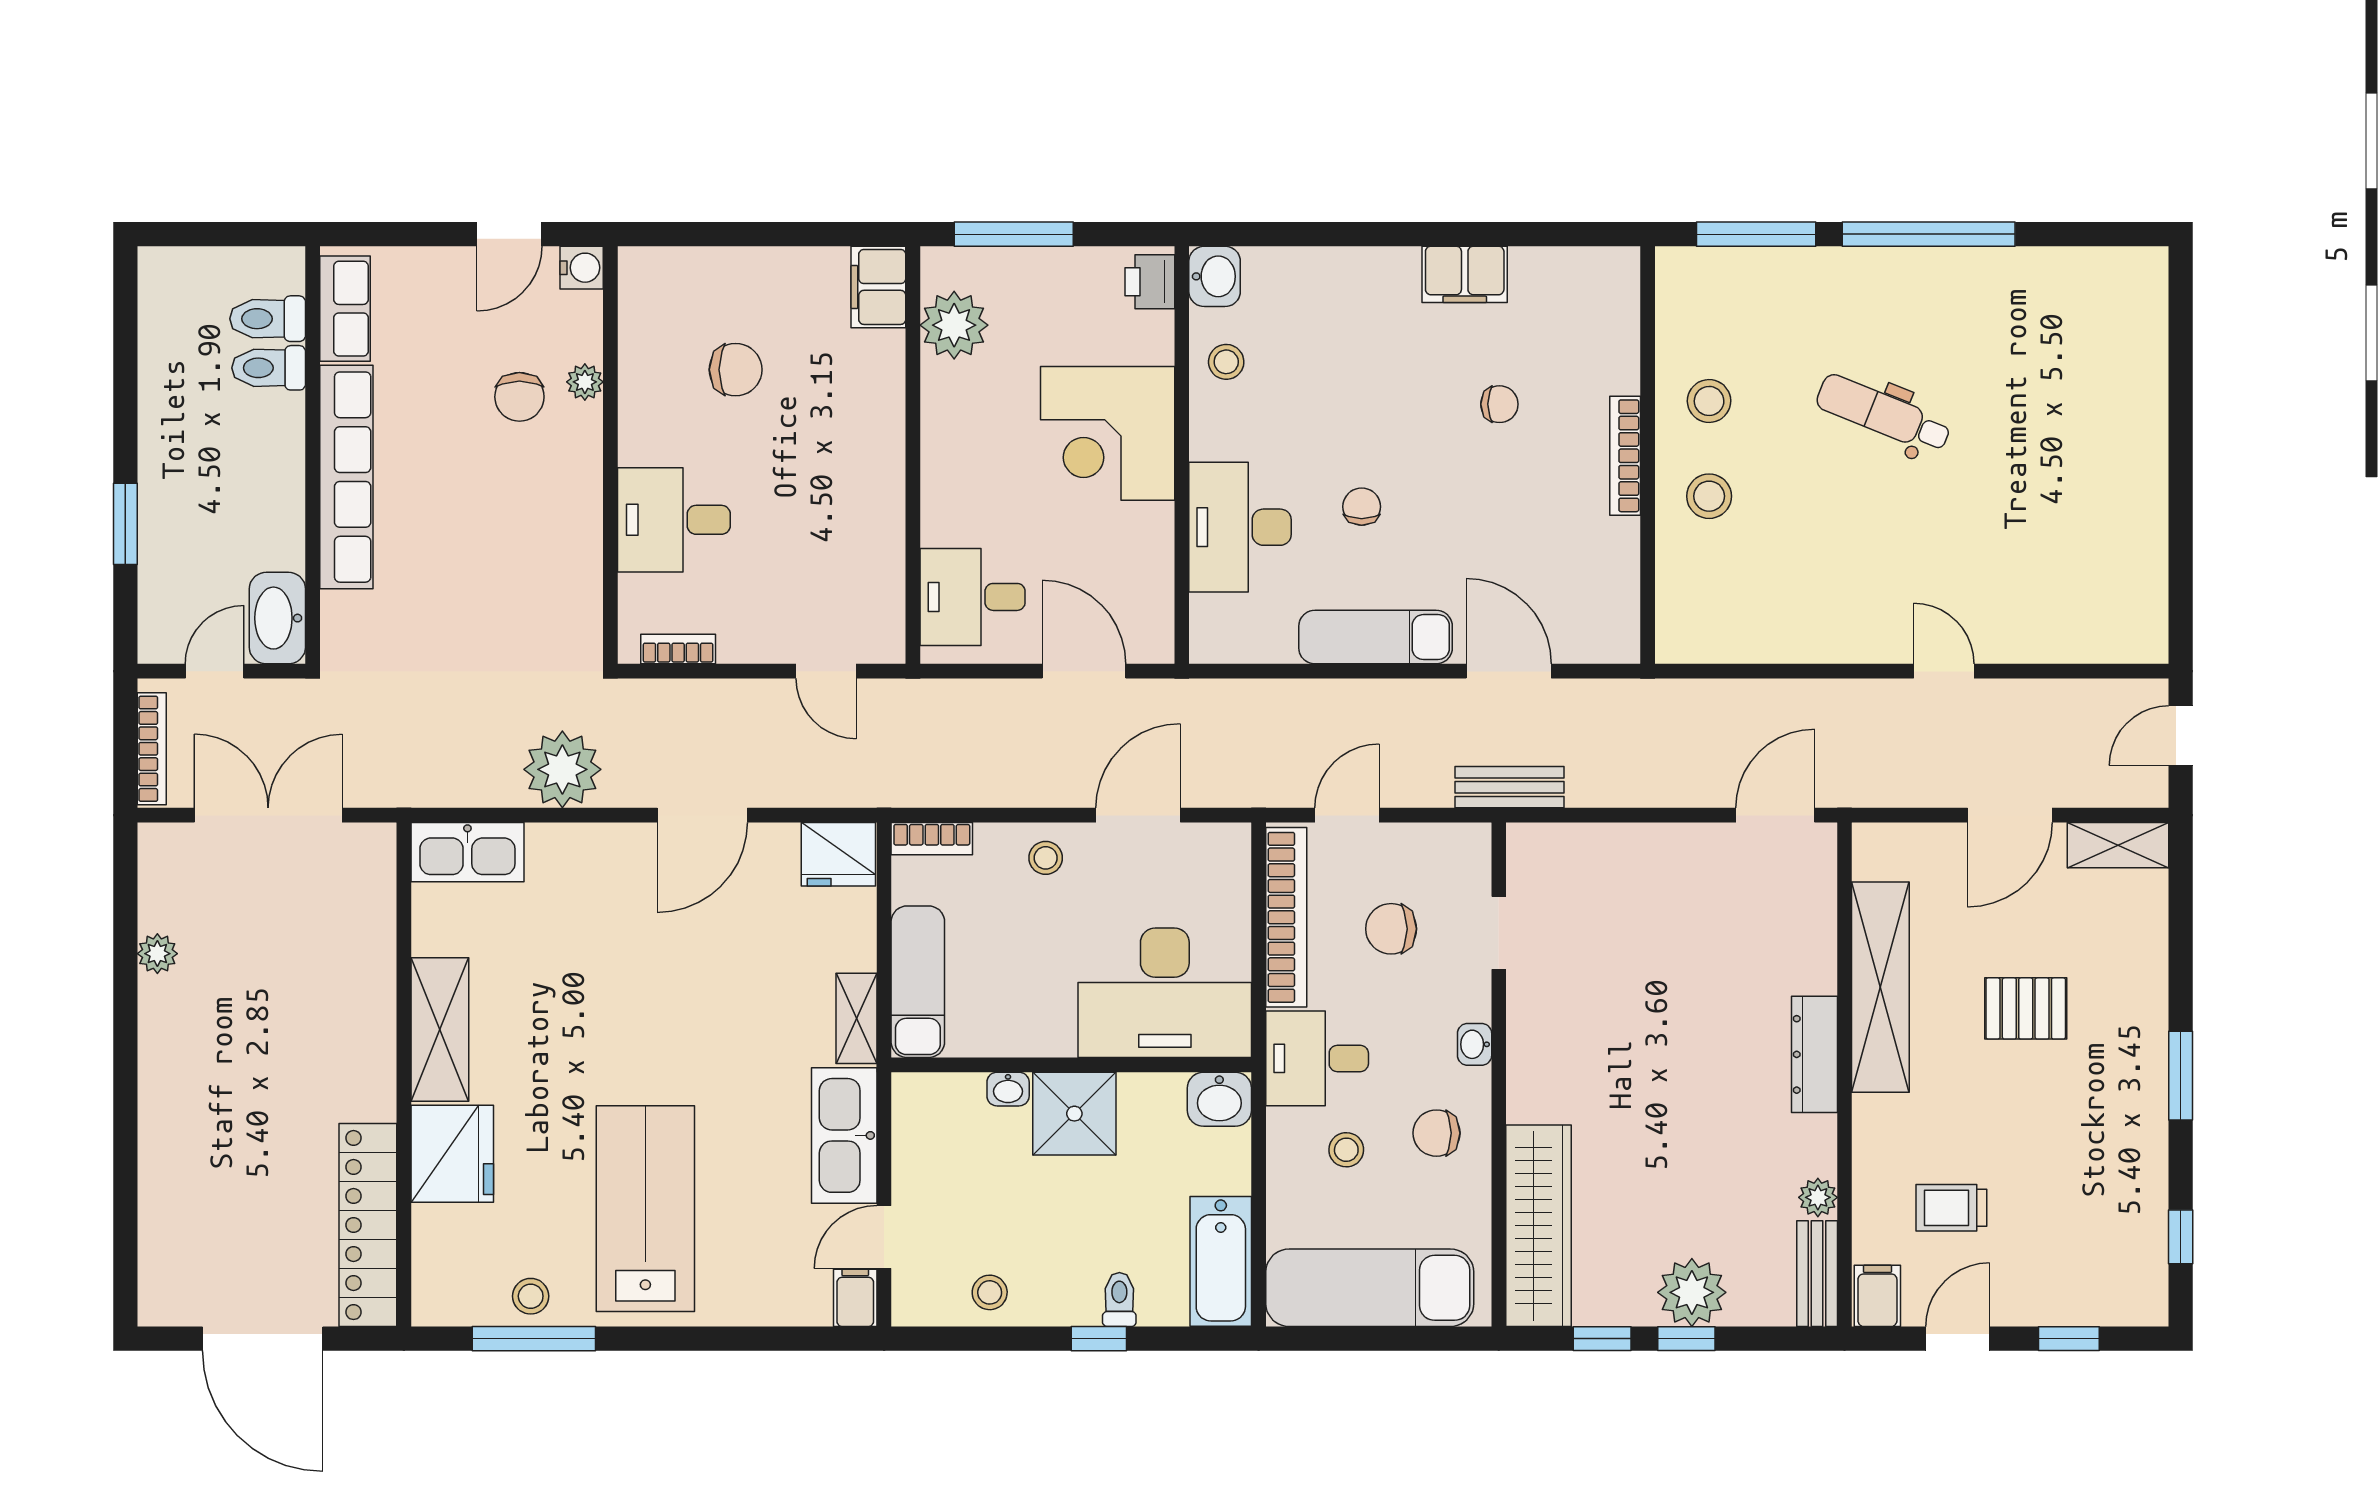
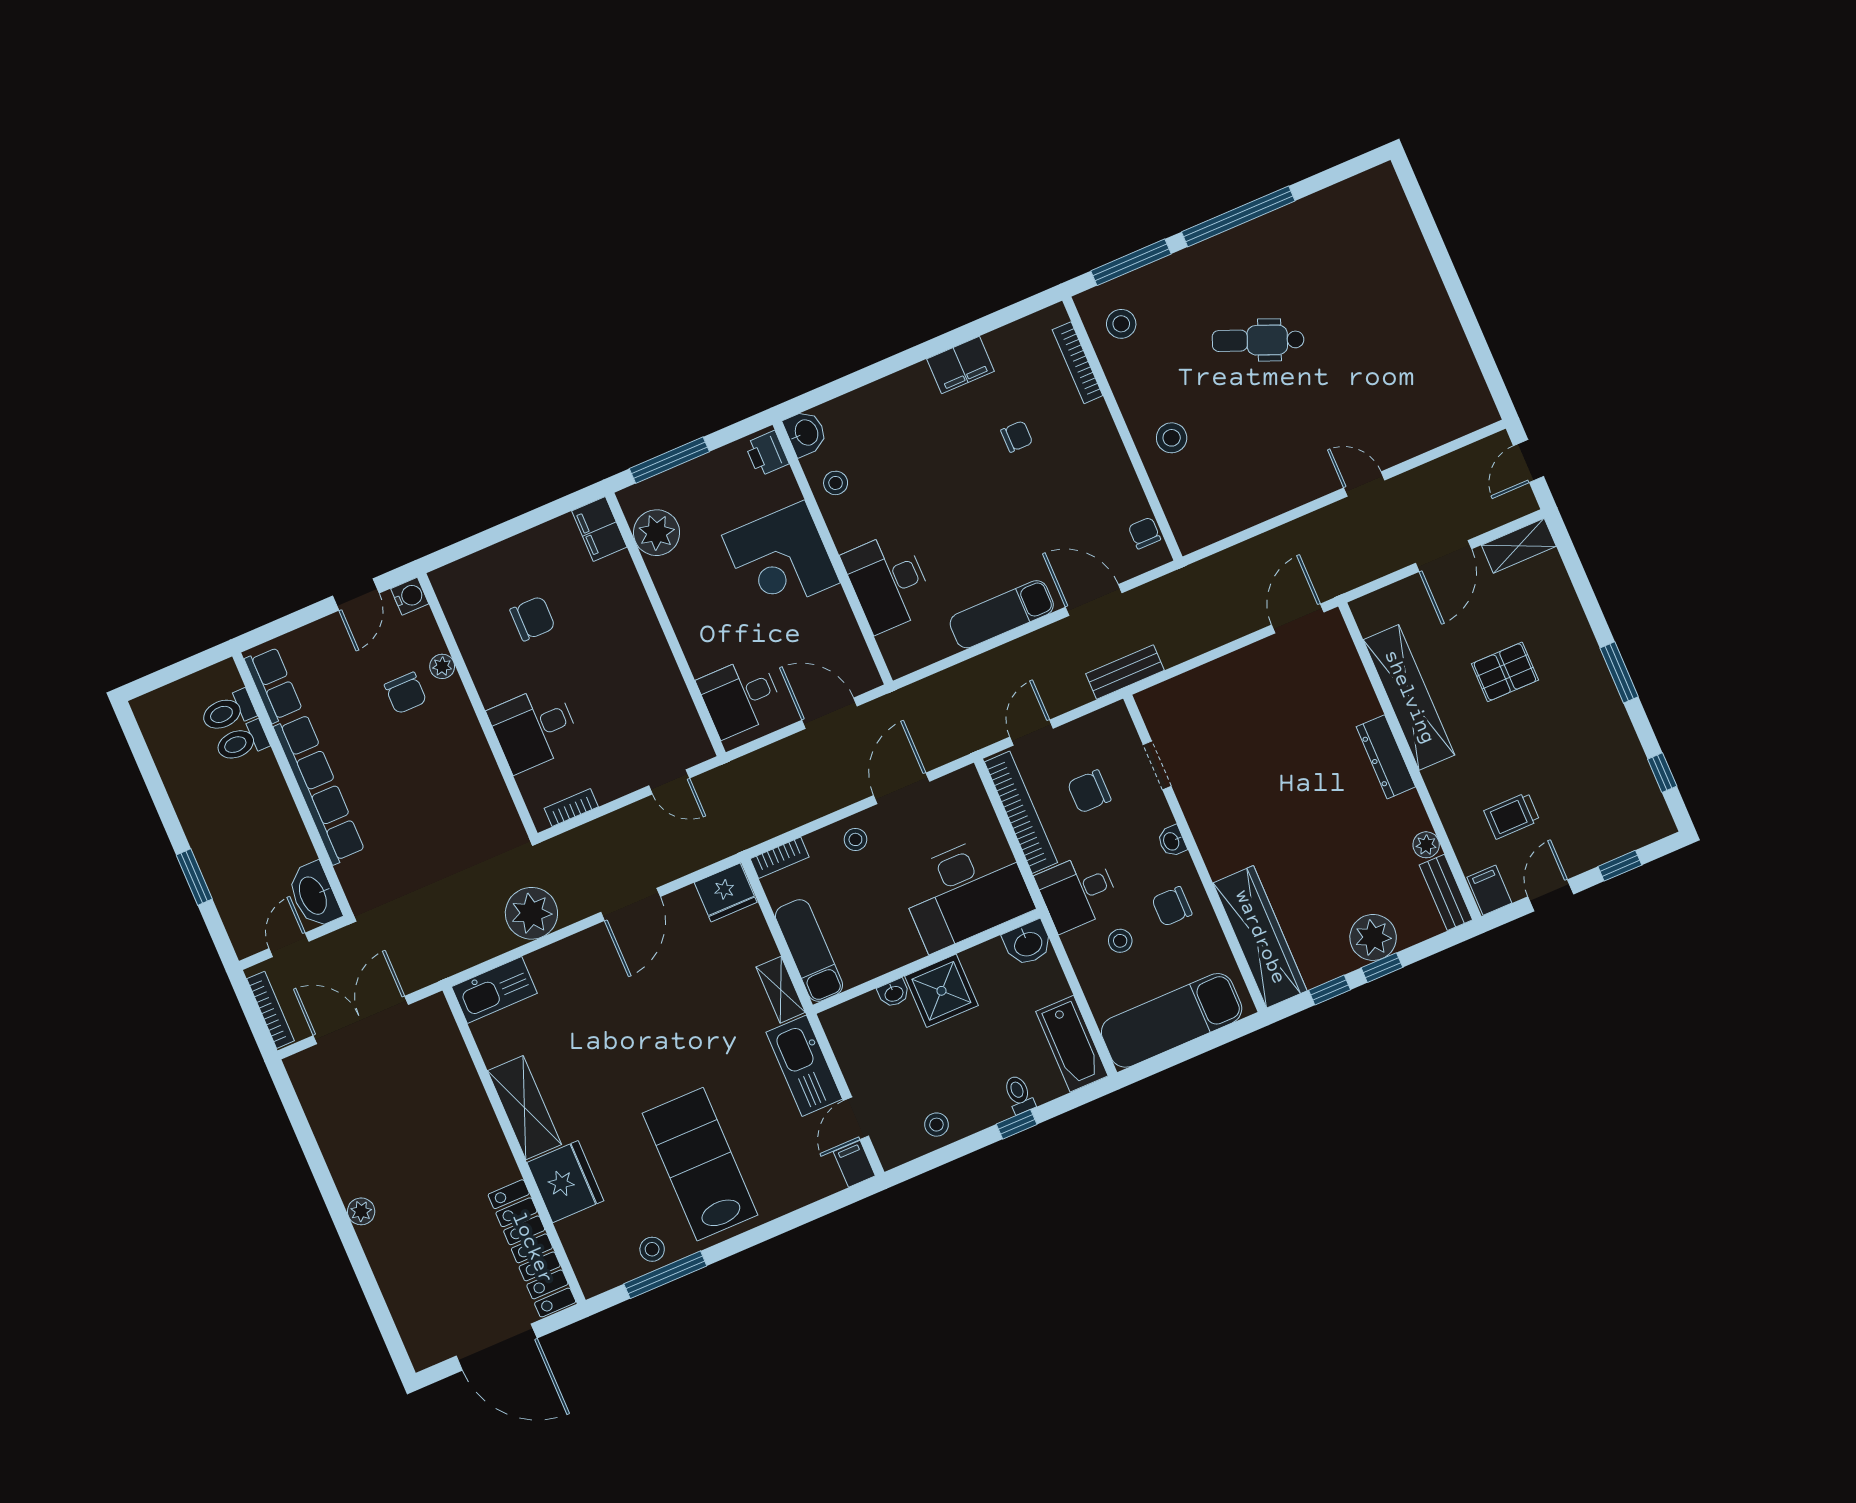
stool: (1709, 401) -> (1121, 324), moved
bookcase: (1625, 456) -> (1078, 363), moved
chair: (1362, 507) -> (1144, 533), moved
plant: (157, 954) -> (361, 1211), moved

